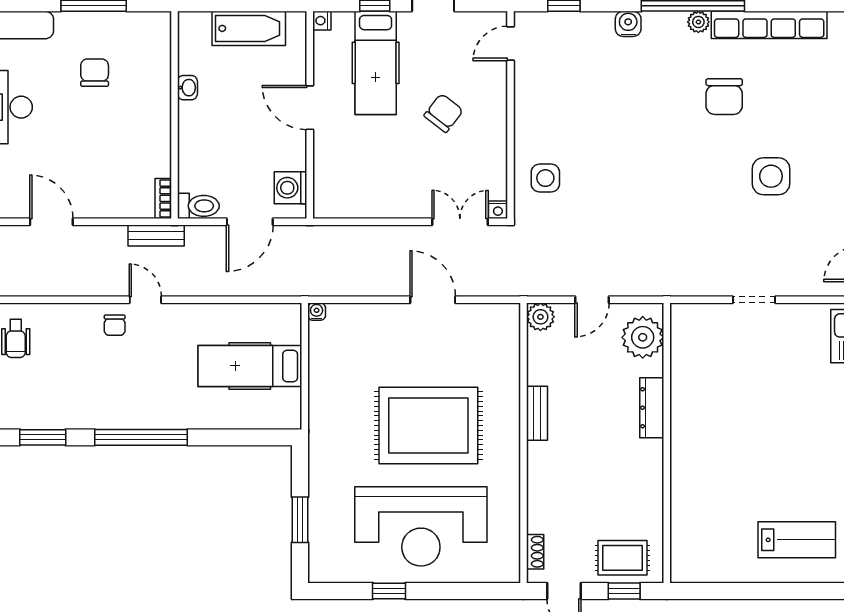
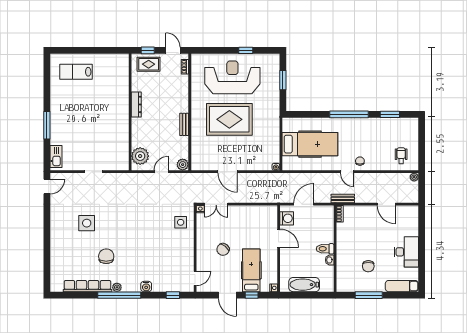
door: (310, 108) -> (279, 238), moved
toilet: (198, 206) -> (325, 249), moved
hospital bed: (250, 366) -> (310, 144), width x1.37, depth x1.29
dresser: (652, 408) -> (136, 104), moved

